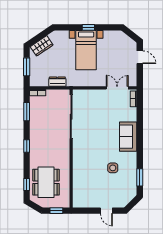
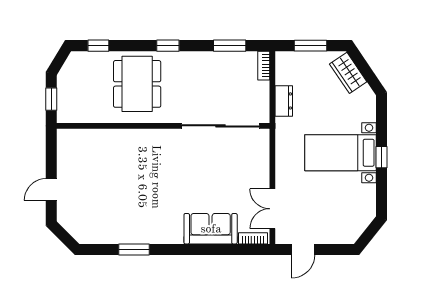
door: (140, 57) -> (303, 249), moved
double door: (117, 88) -> (272, 209), swing flipped
sofa: (128, 137) -> (211, 229), moved
side table: (113, 168) -> (128, 201), removed
window: (140, 177) -> (134, 249), moved
dining table: (46, 182) -> (137, 84), moved, turned 90

